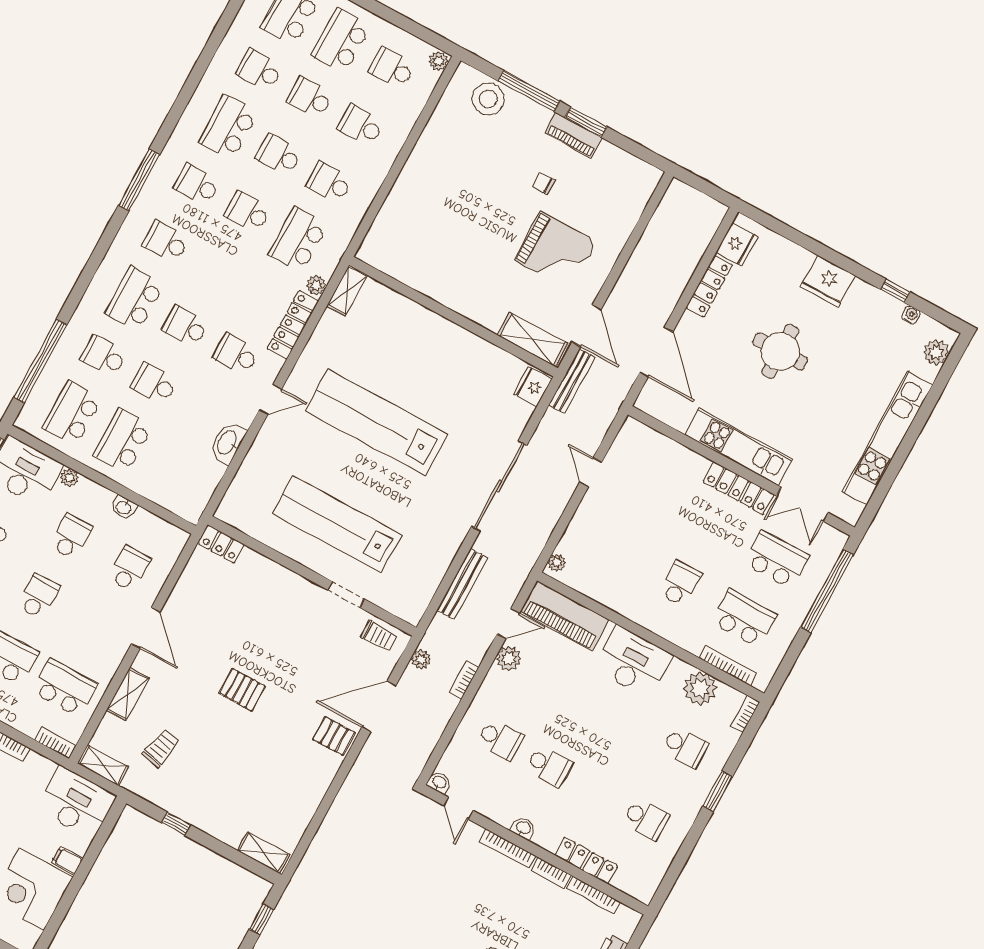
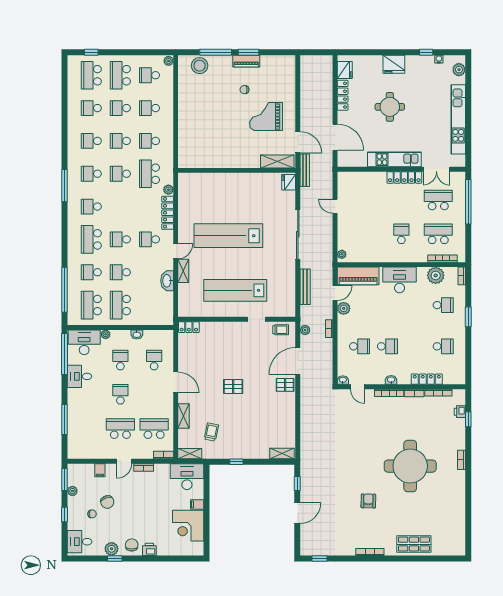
school desk: (228, 127) -> (91, 141), width x0.54
grand piano: (555, 251) -> (266, 117), turned 180
shelving: (347, 291) -> (183, 271), moved

